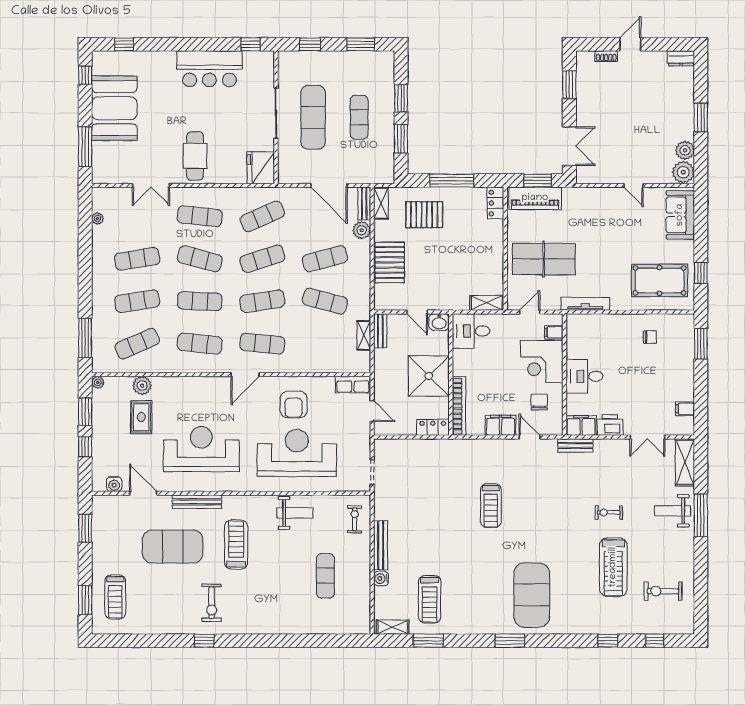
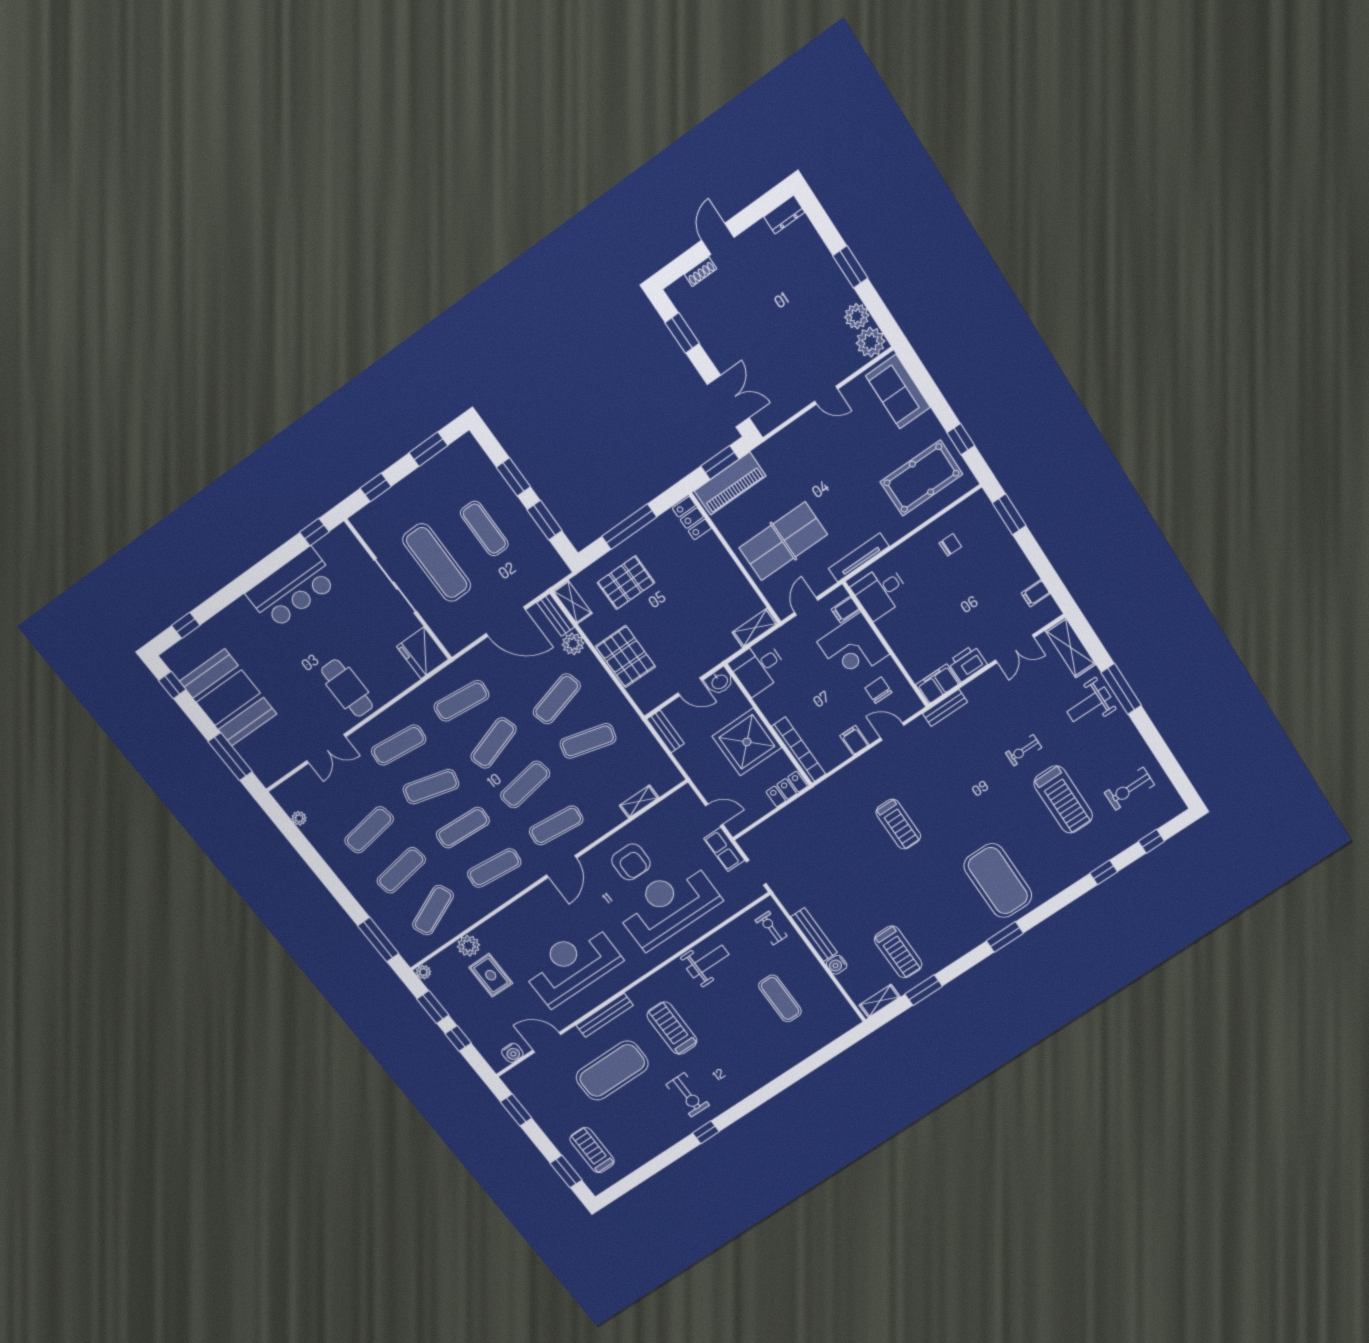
exercise mat: (262, 216) -> (461, 701), turned 30
shelving: (364, 335) -> (639, 802), moved, turned 90
desk: (584, 376) -> (881, 591), moved
row of seats: (353, 385) -> (724, 849), moved, turned 90
filing cabinet: (501, 425) -> (854, 740), width x0.50
treadmill: (115, 597) -> (592, 1150), turned 180

